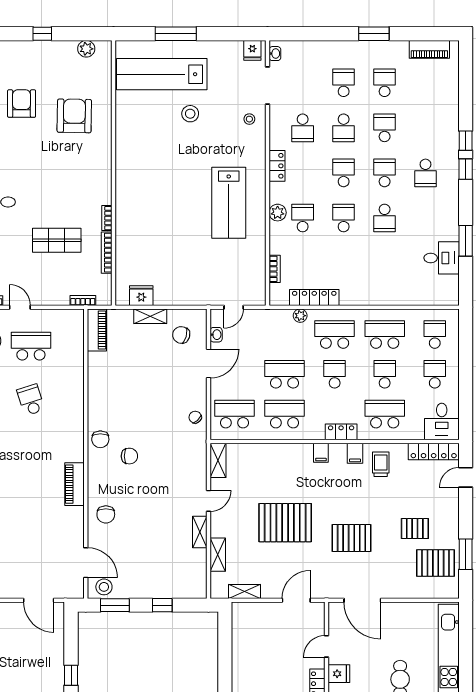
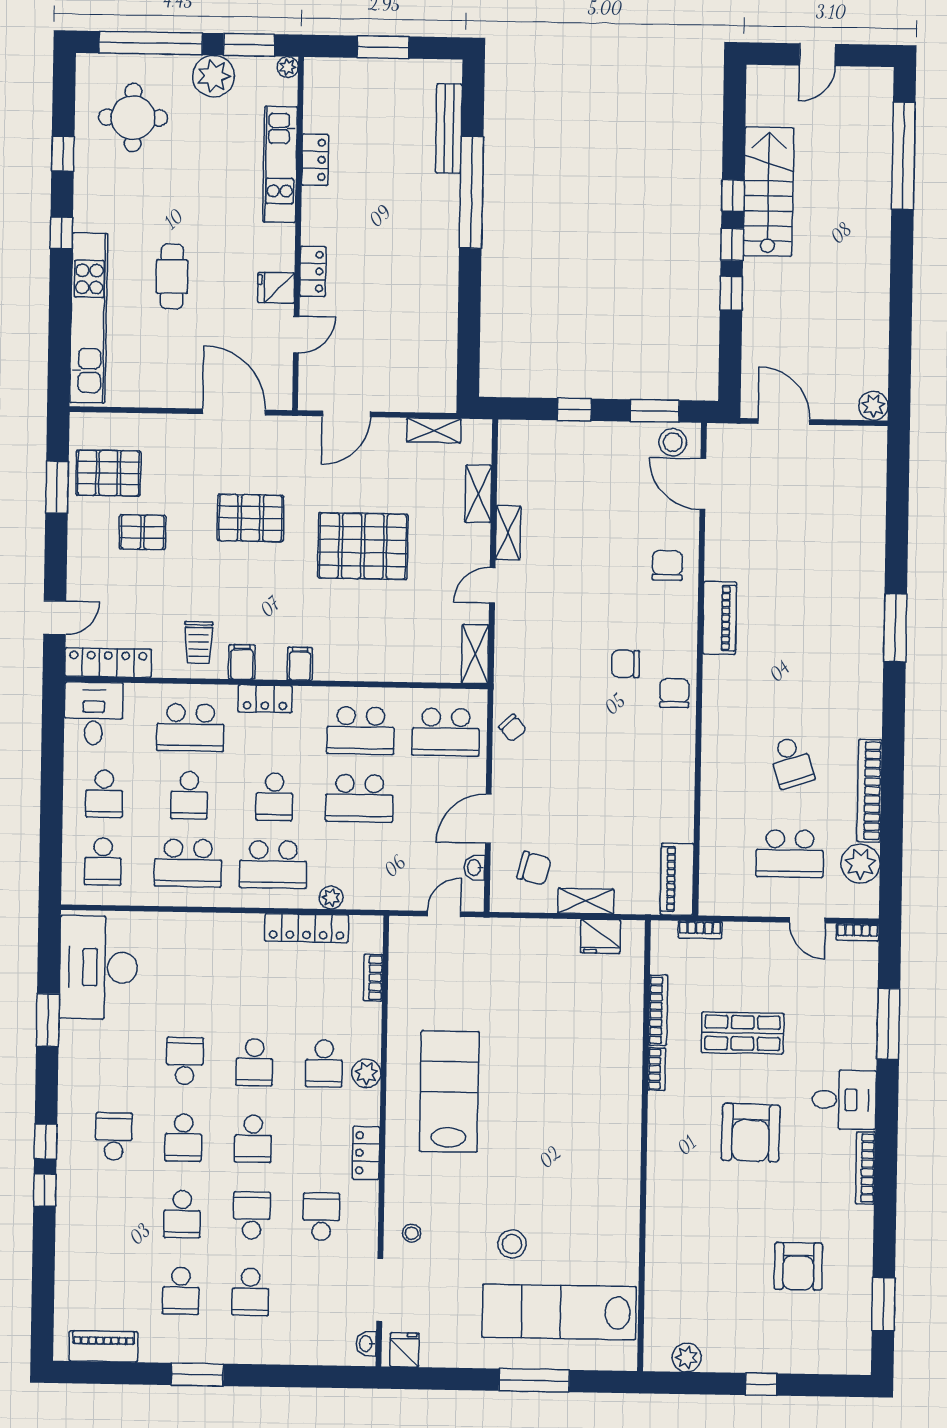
lab bench: (162, 74) -> (559, 1312), turned 180
armchair: (74, 116) -> (751, 1133), moved
desk: (441, 258) -> (98, 967), width x1.87, depth x1.30

